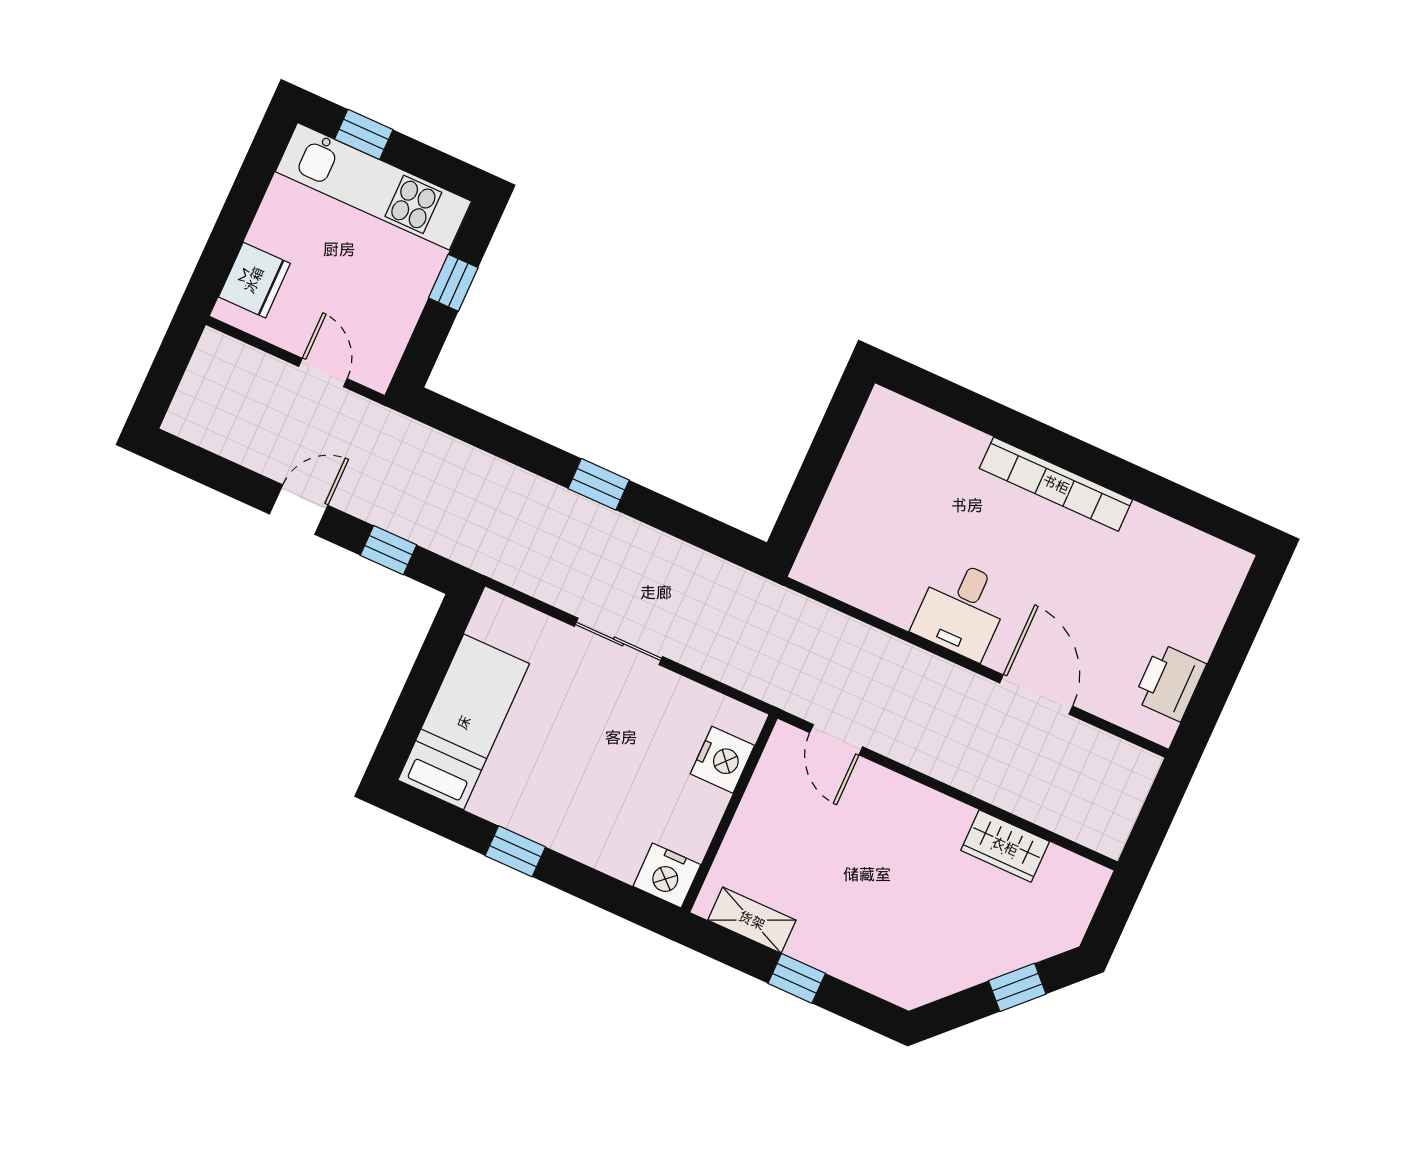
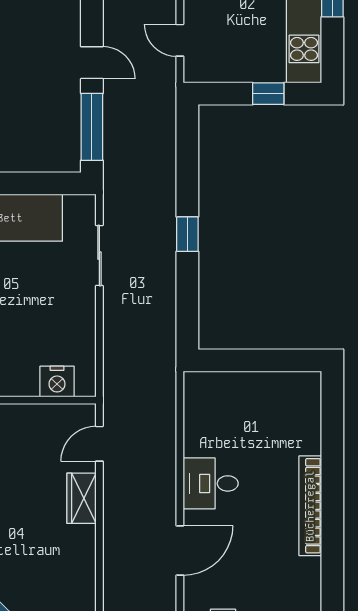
door: (323, 372) -> (180, 40), swing flipped
window: (388, 550) -> (92, 127), width x2.17
sliding door: (619, 641) -> (99, 256), moved
wardrobe: (1005, 846) -> (82, 498), moved

